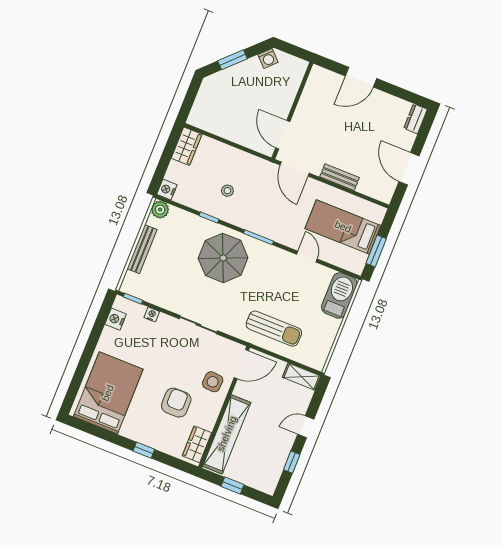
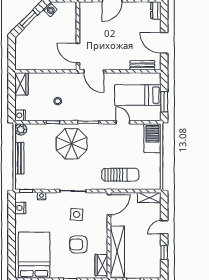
bench: (340, 177) -> (142, 65), moved
side table: (213, 382) -> (77, 214), moved
armchair: (176, 403) -> (78, 244), turned -90

